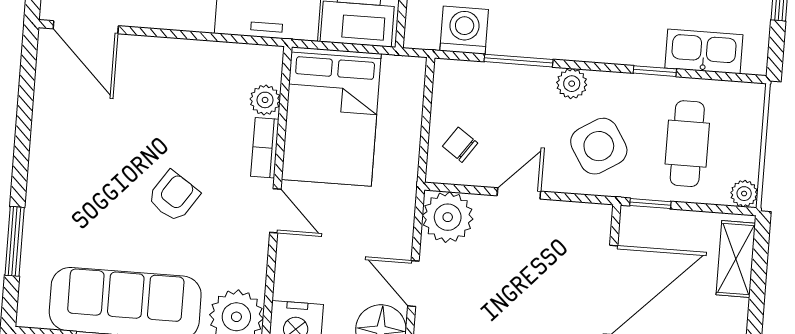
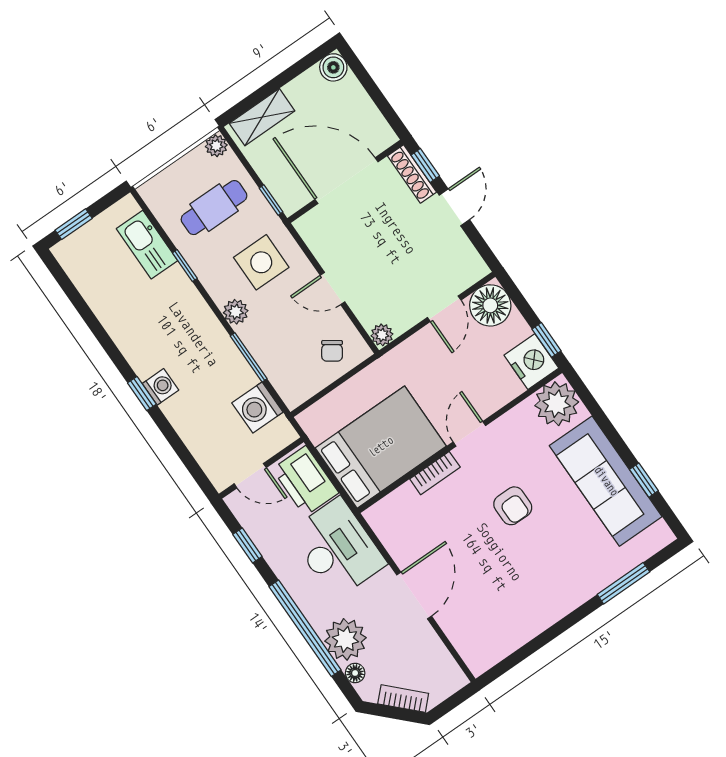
door: (86, 27) -> (414, 596), moved
plant: (265, 100) -> (404, 498), removed
side table: (599, 146) -> (261, 262), turned 32
armchair: (174, 196) -> (513, 506), turned -124
plant: (448, 217) -> (382, 335), width x0.53, depth x0.53

